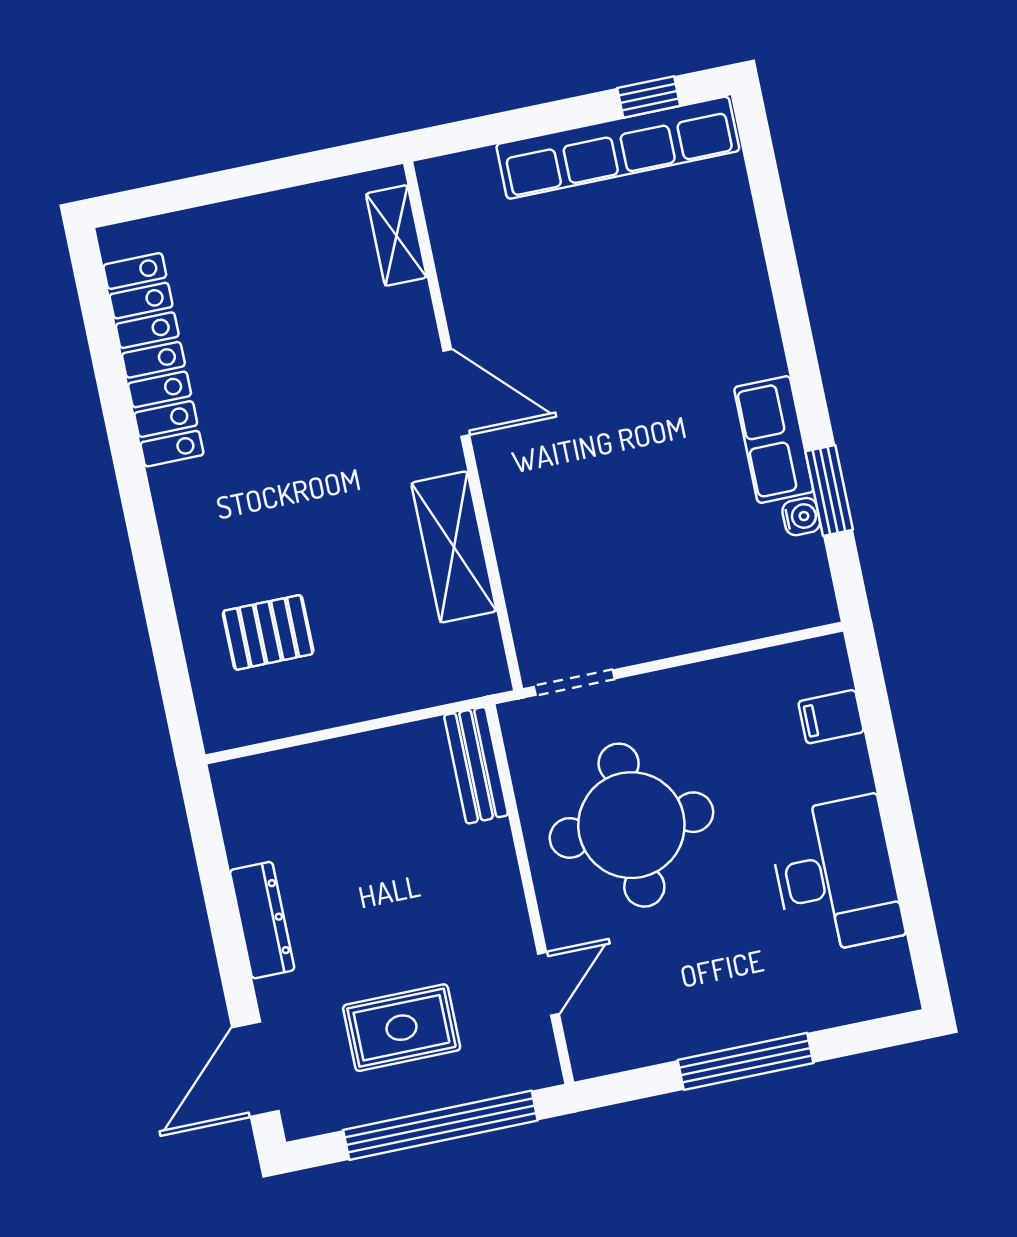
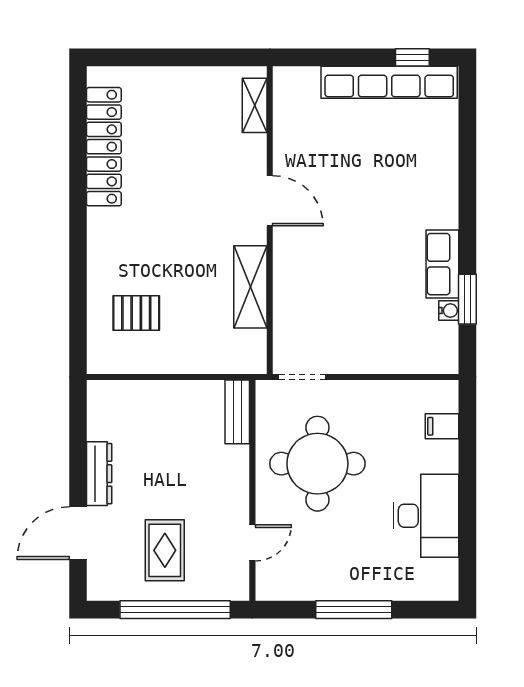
rug: (402, 1028) -> (165, 550), turned 90
door: (255, 1069) -> (78, 533), moved

